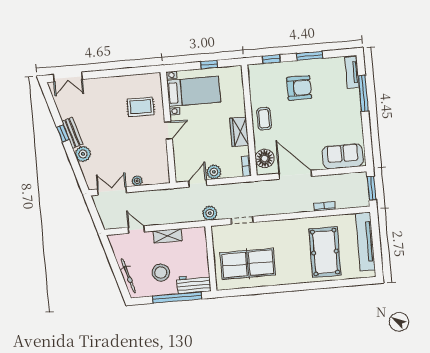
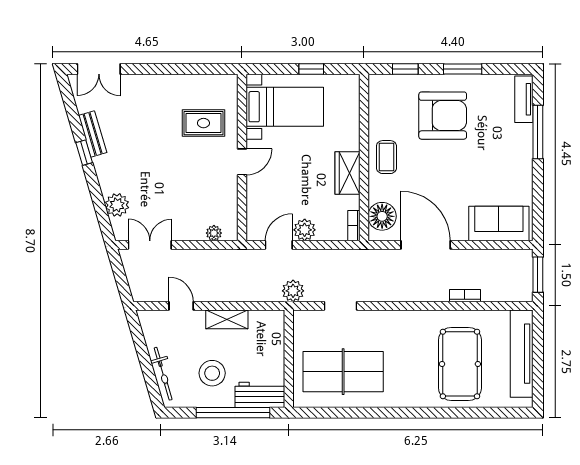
armchair: (299, 88) -> (443, 116), width x1.36, depth x1.36
bench: (72, 133) -> (93, 134), moved
plant: (83, 154) -> (117, 205), moved
plant: (137, 181) -> (214, 233), moved

